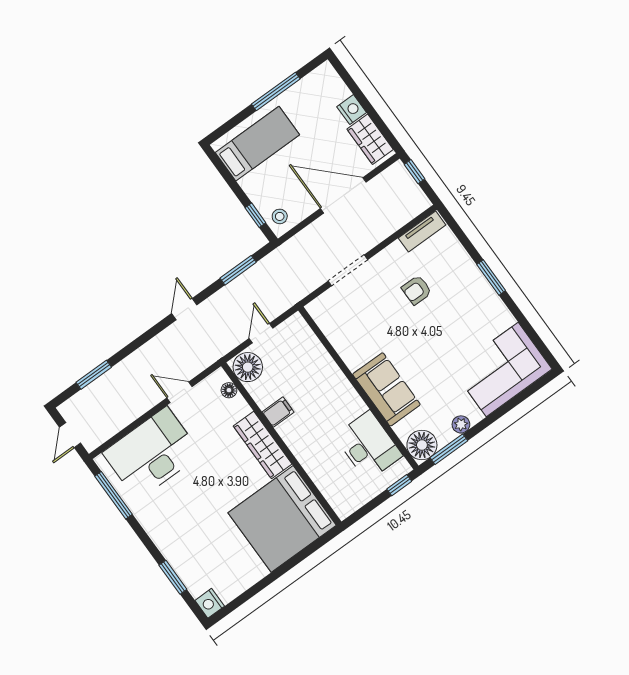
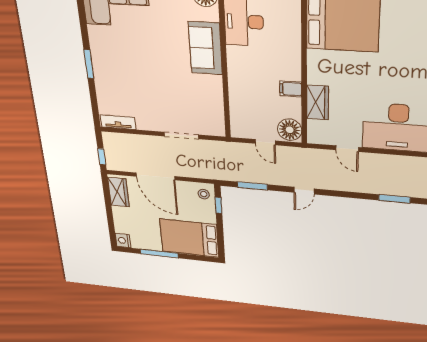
nightstand: (352, 110) -> (123, 241), moved
bed: (257, 144) -> (189, 238), width x1.50
armchair: (417, 290) -> (144, 92), removed
door: (261, 333) -> (265, 142), hinge flipped
floor lamp: (229, 390) -> (313, 126), removed
wardrobe: (263, 445) -> (317, 102), moved, width x0.67

